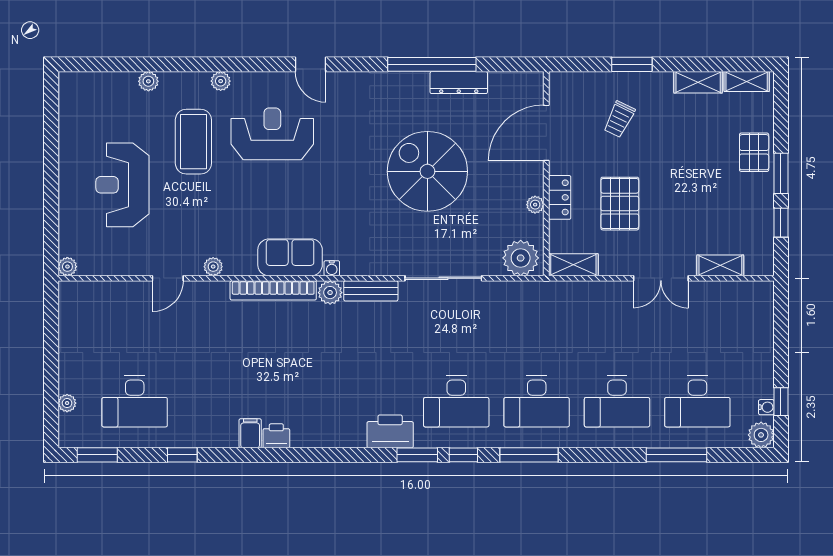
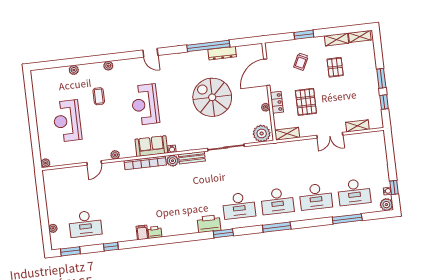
reception desk: (272, 134) -> (145, 104), moved, turned -90
coffee table: (193, 142) -> (99, 96), width x0.54, depth x0.58
pallet: (754, 152) -> (335, 67), moved
window: (463, 455) -> (245, 231), removed

